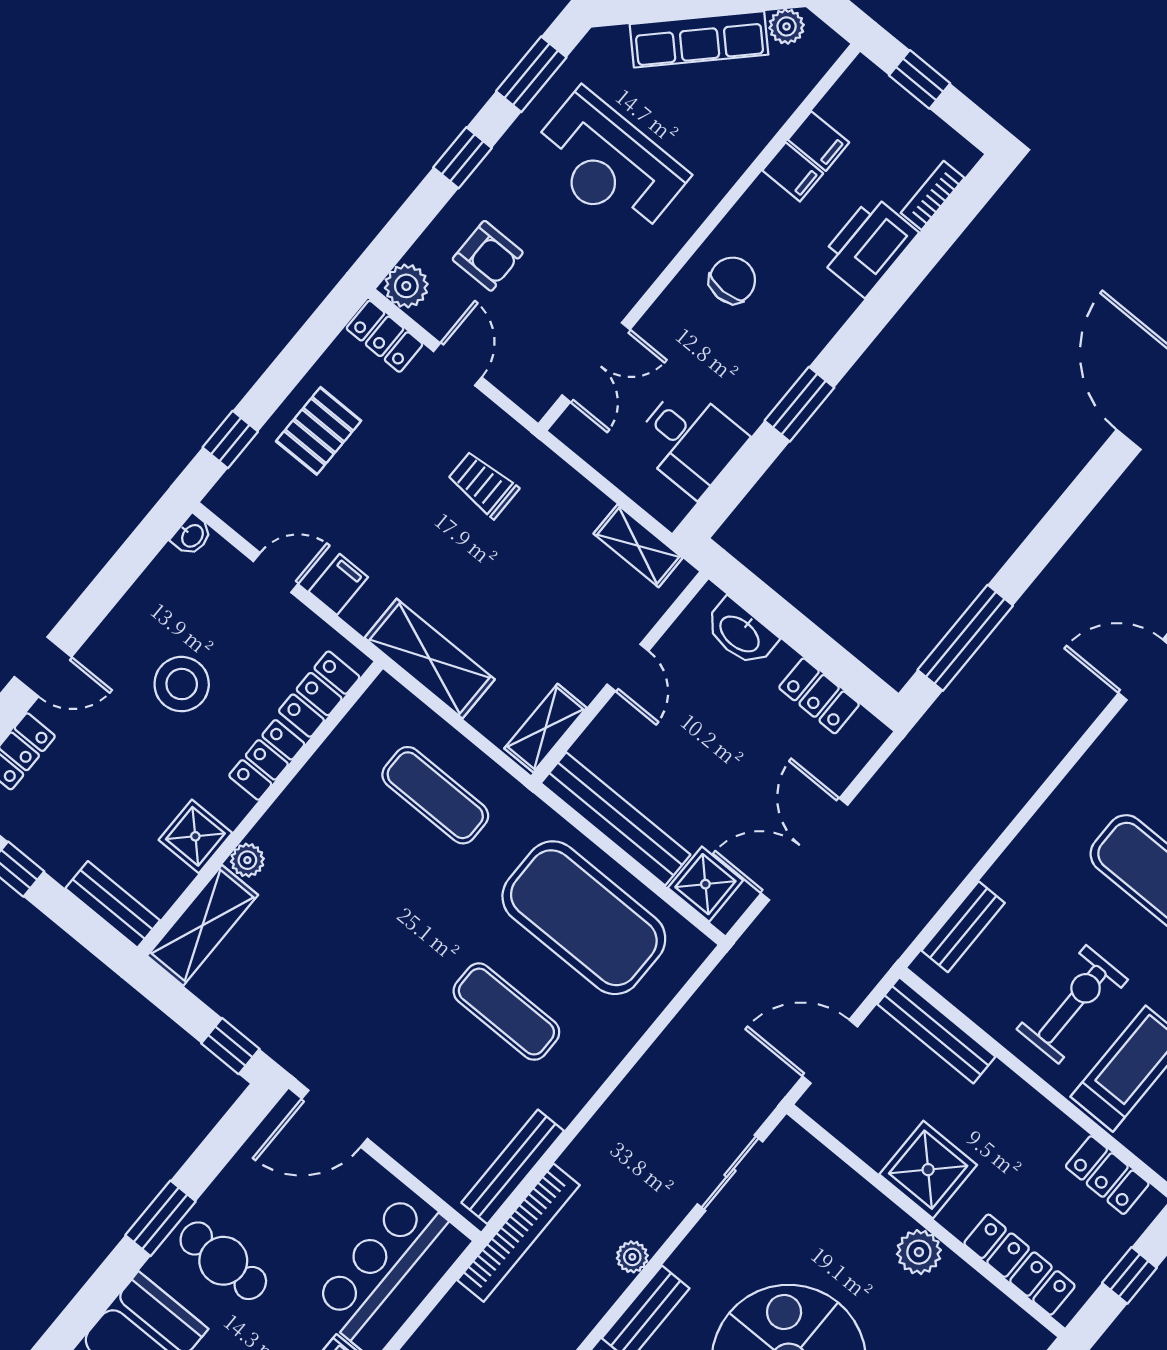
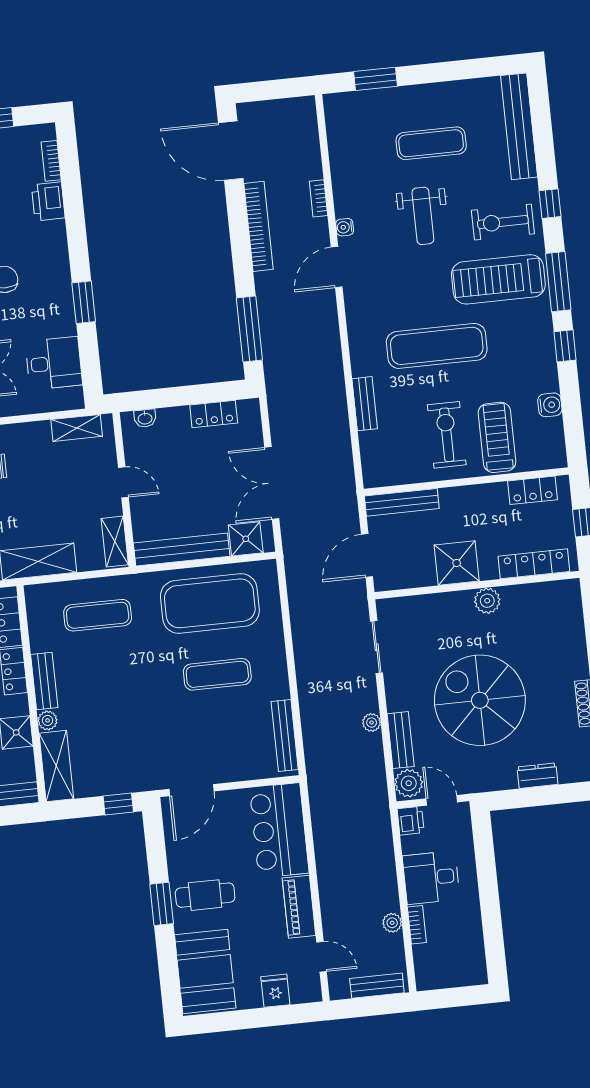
printer: (869, 246) -> (48, 201), width x0.73, depth x0.84
washbasin: (740, 633) -> (145, 418), width x0.52, depth x0.69
bench: (292, 809) -> (44, 681), added
bench: (963, 927) -> (365, 404), moved
bookcase: (519, 1233) -> (259, 226), moved

